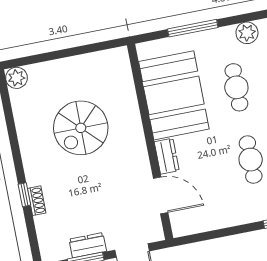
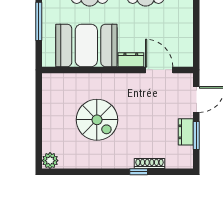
door: (161, 195) -> (159, 70), hinge flipped
shoe rack: (37, 201) -> (149, 164), width x1.43

